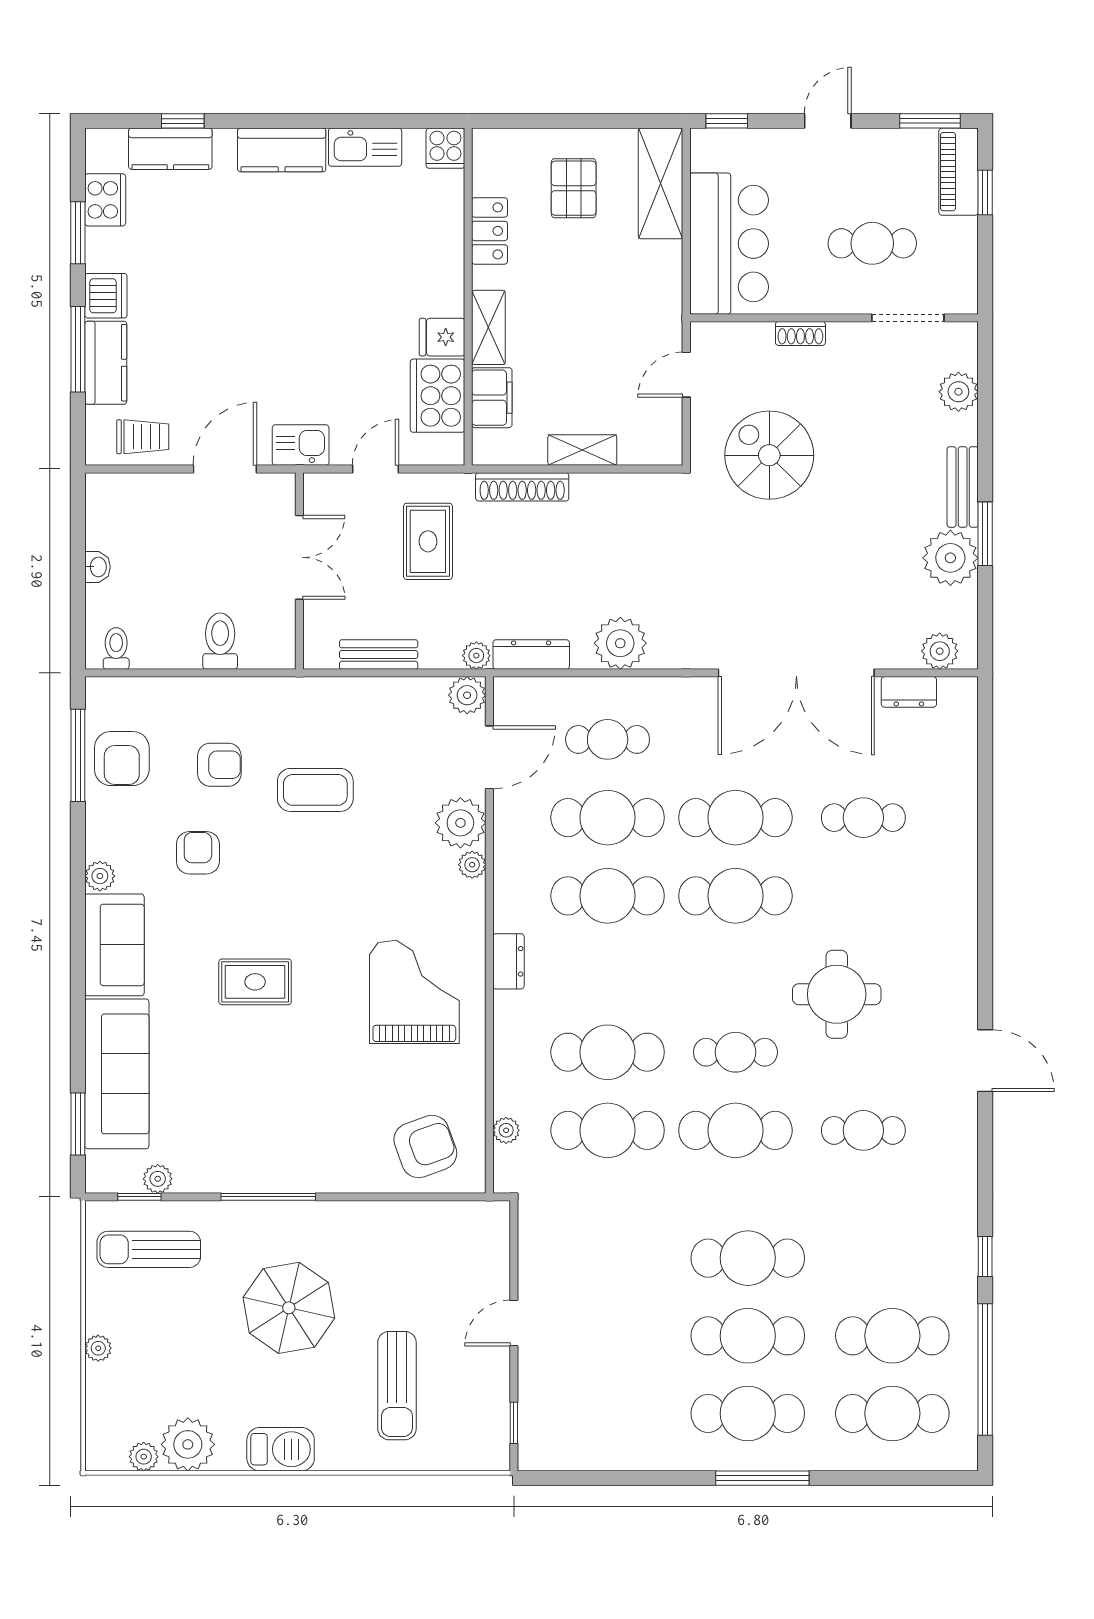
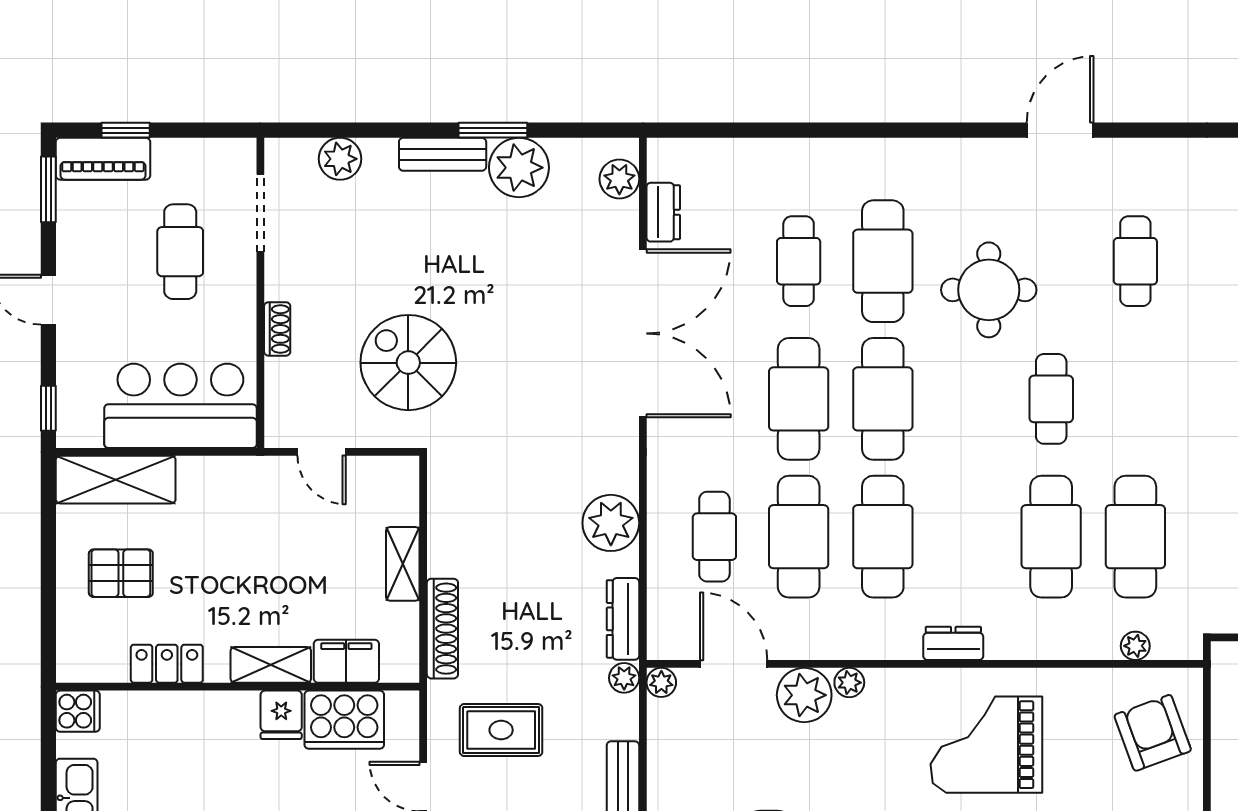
spiral stairs: (769, 455) -> (408, 363), turned 90
plant: (467, 695) -> (661, 682), width x0.73, depth x0.73
cafe table: (735, 1130) -> (883, 261), moved

